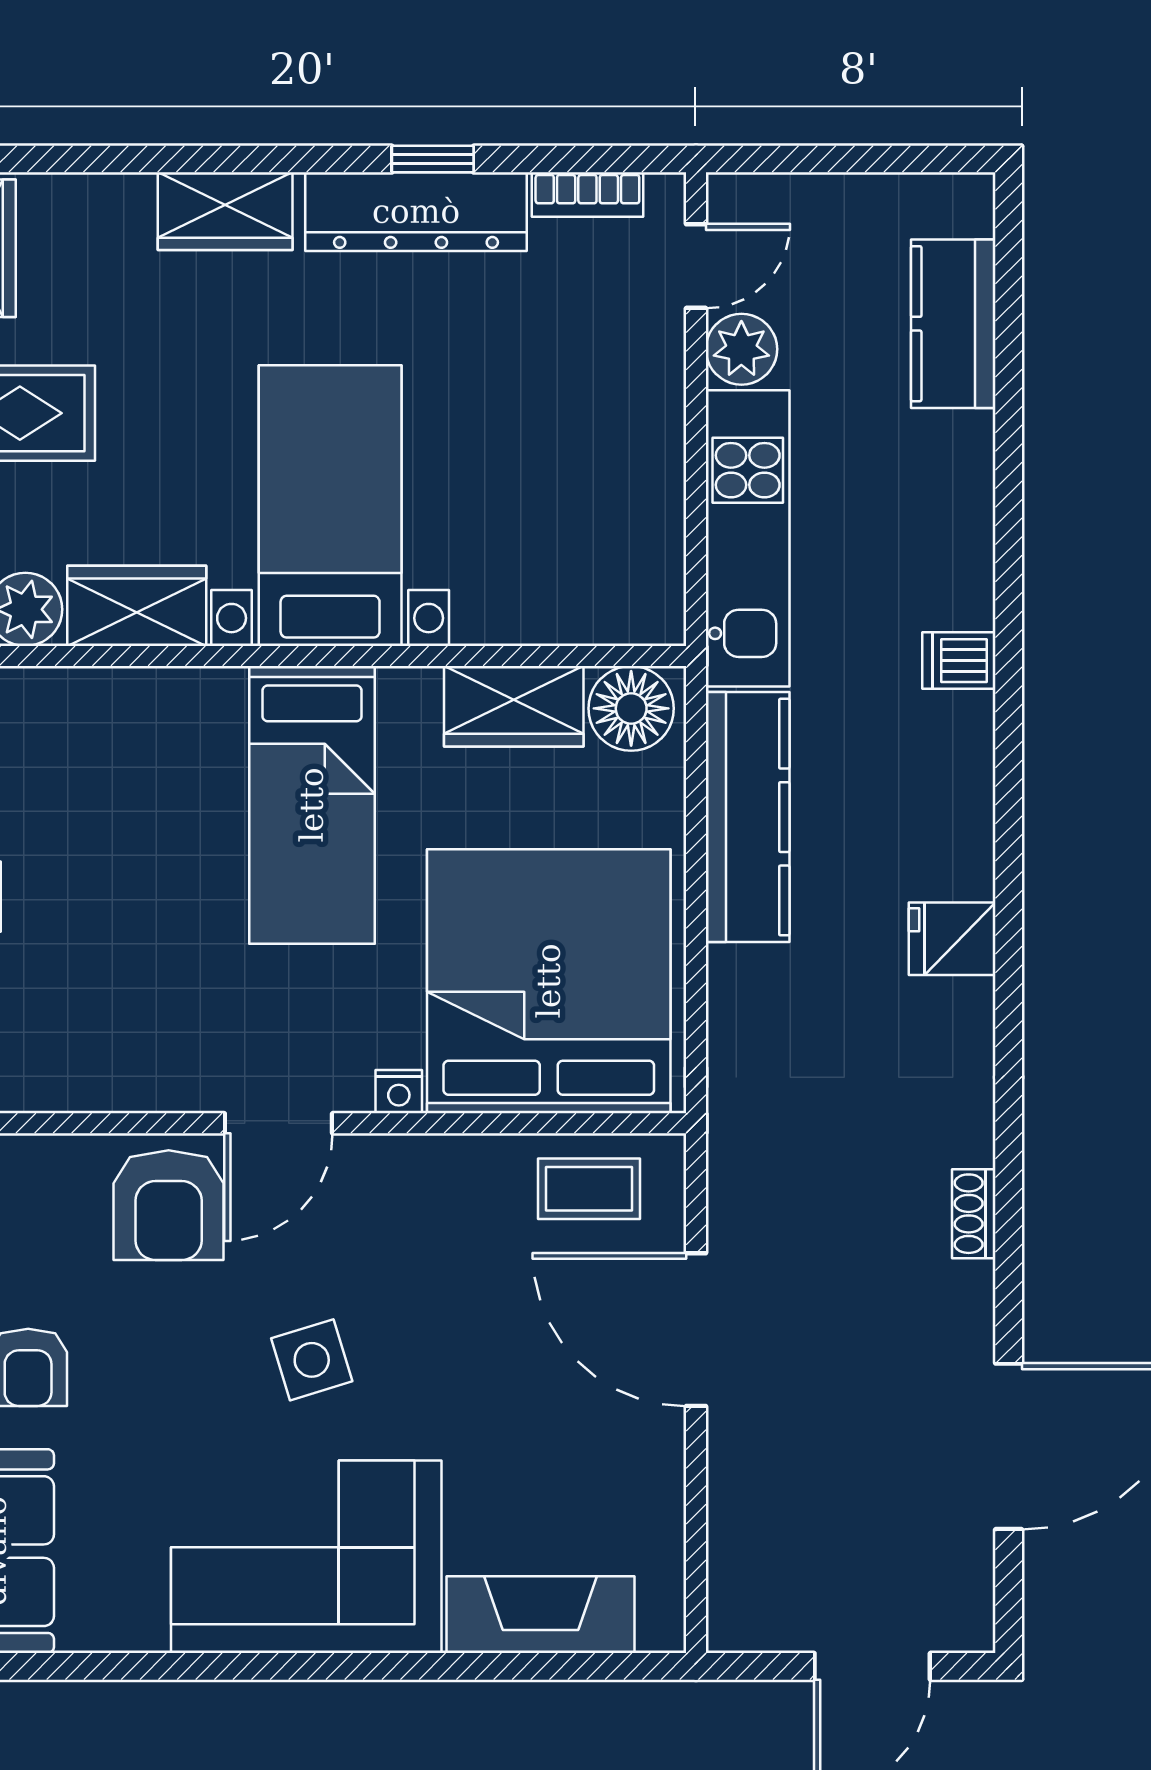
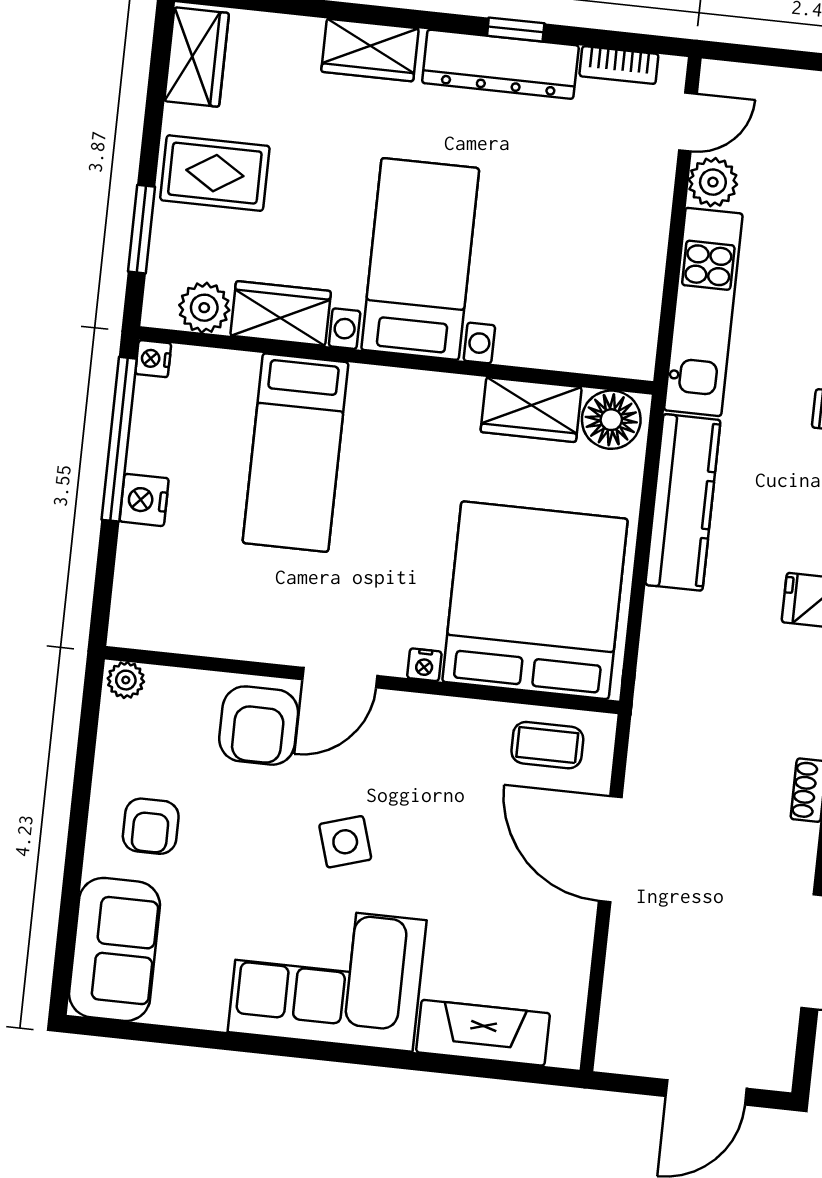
bed: (312, 805) -> (295, 453), moved

